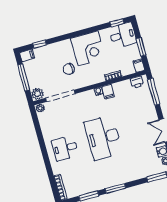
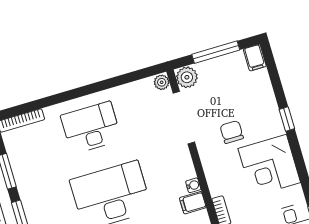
window: (40, 44) -> (287, 119), moved
desk: (65, 148) -> (91, 128), width x1.37

